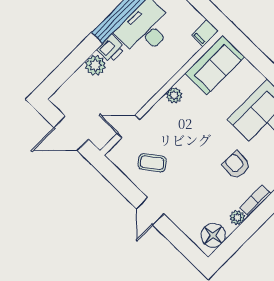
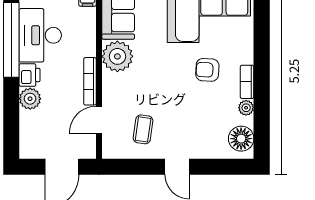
bookcase: (148, 94) -> (90, 81), added
plant: (174, 95) -> (117, 56), width x1.88, depth x1.88
coffee table: (152, 163) -> (143, 129), turned -45

